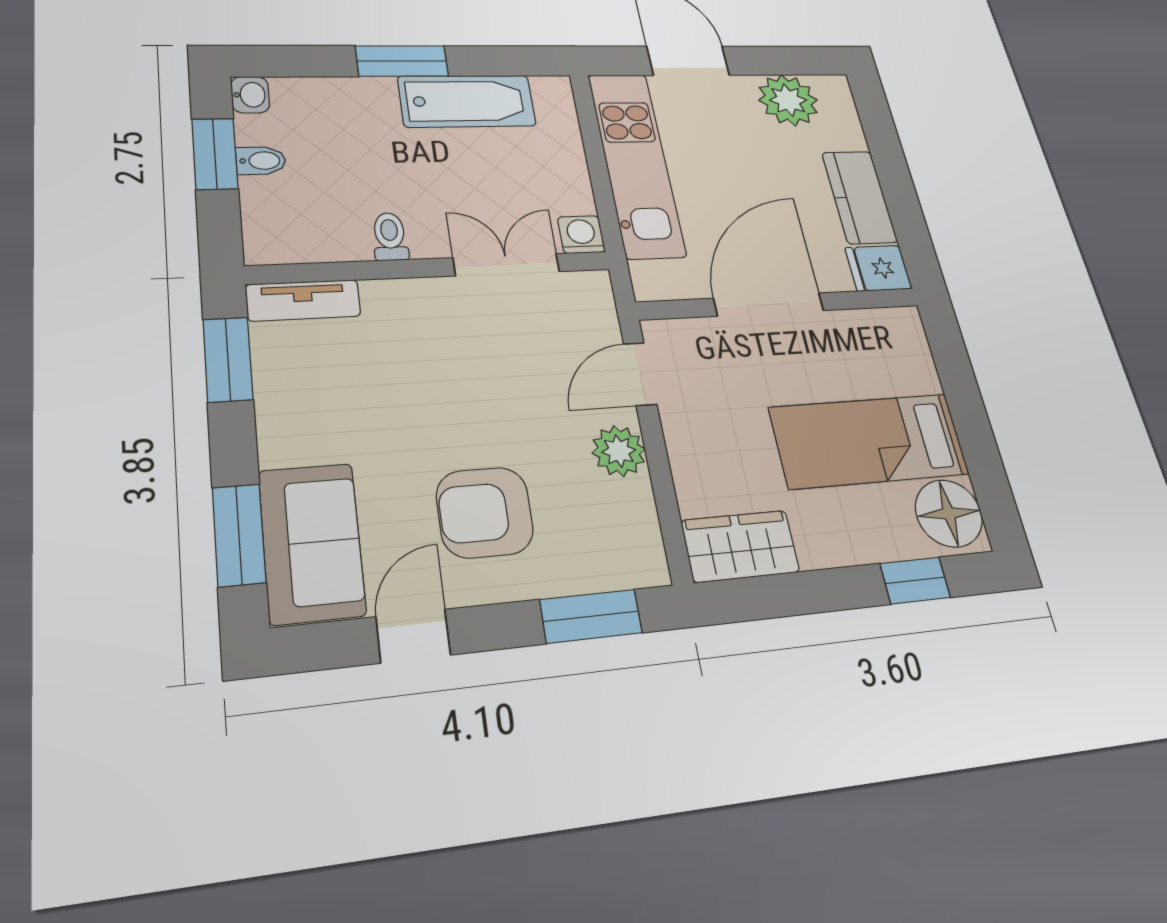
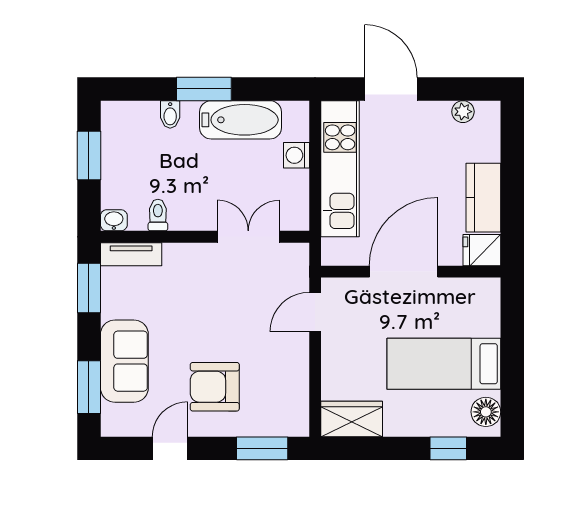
washbasin: (250, 95) -> (114, 220), moved, turned -90
plant: (788, 100) -> (463, 112), width x0.53, depth x0.53
bidet: (261, 161) -> (170, 114), moved, turned 90
washing machine: (581, 235) -> (296, 155), moved, turned -90
toilet: (390, 237) -> (158, 215), moved
plant: (619, 451) -> (294, 358), removed
floor lamp: (949, 513) -> (486, 412), width x0.73, depth x0.73
sofa: (312, 542) -> (124, 361), moved

